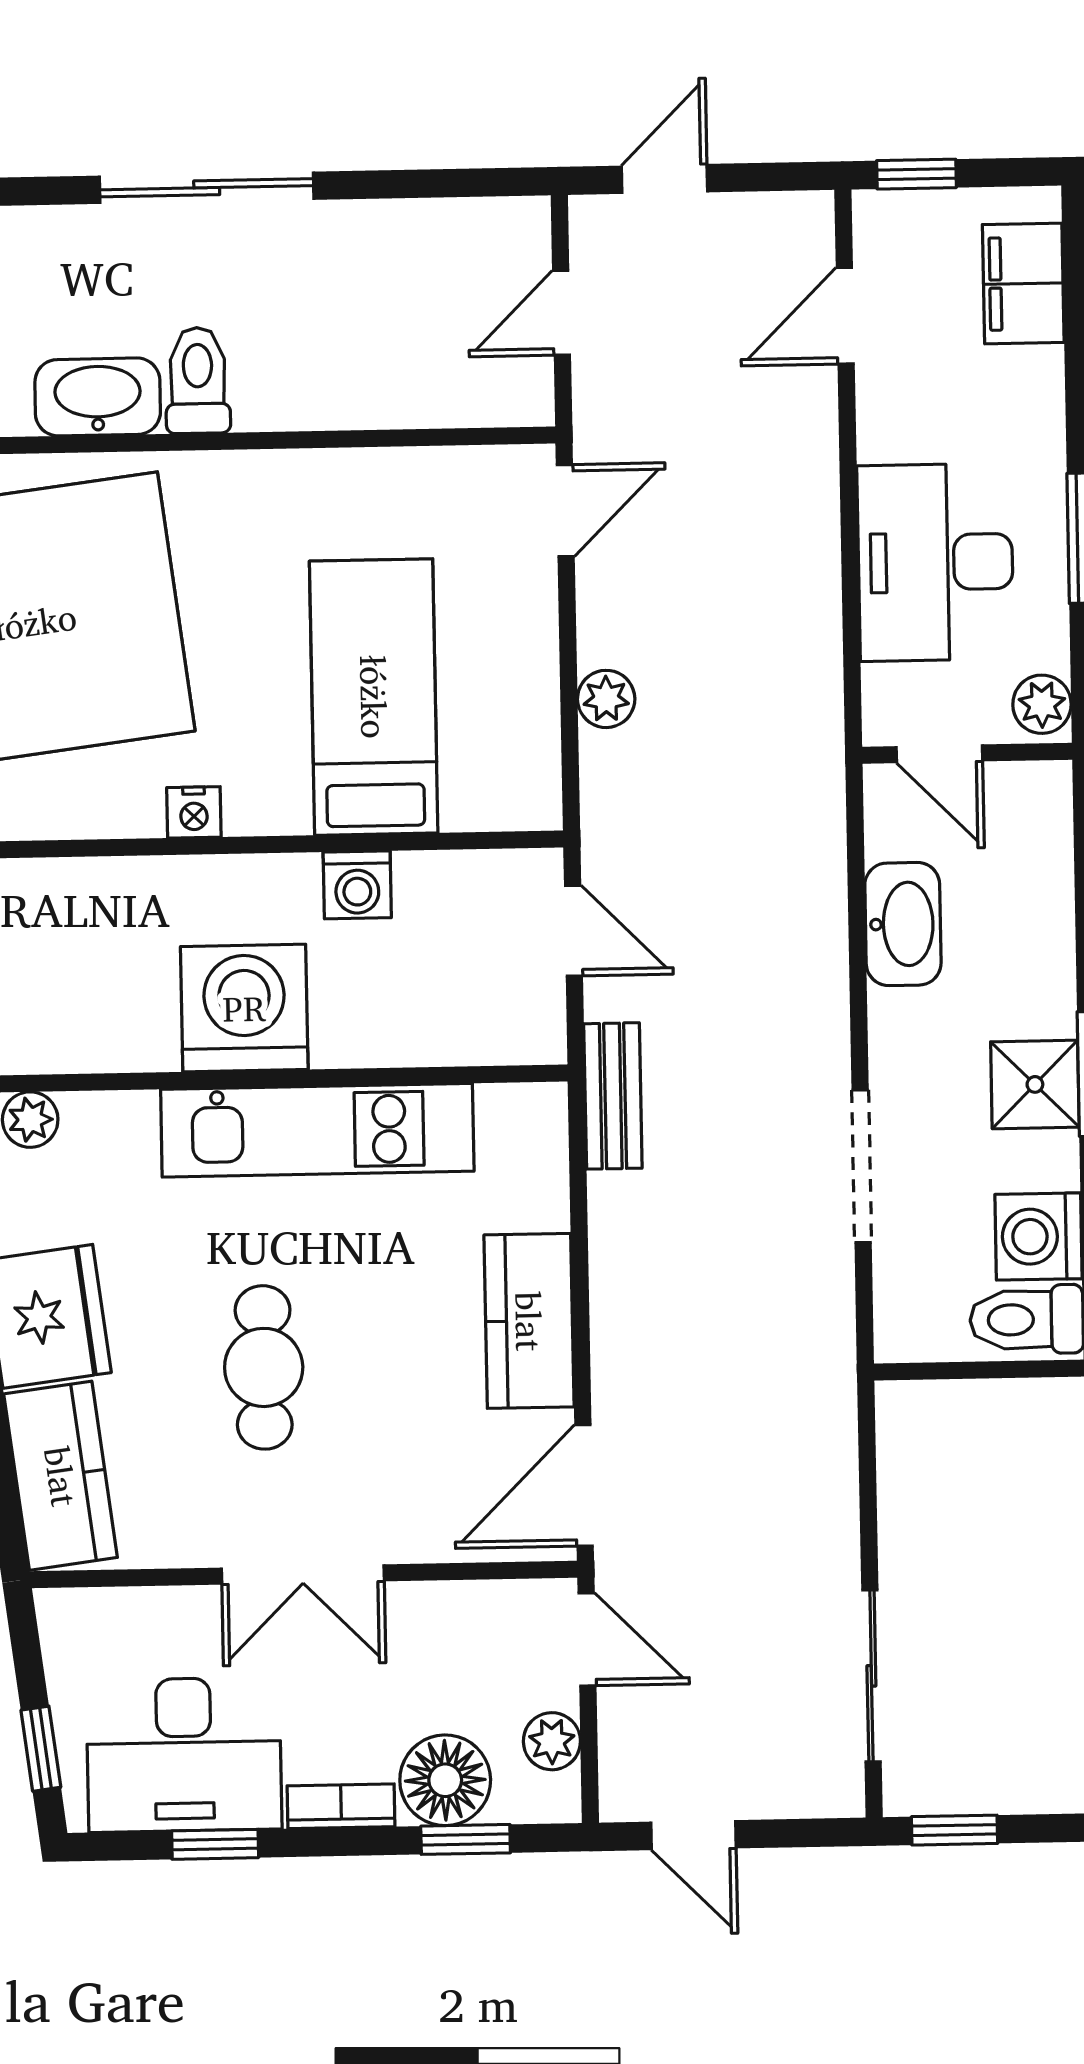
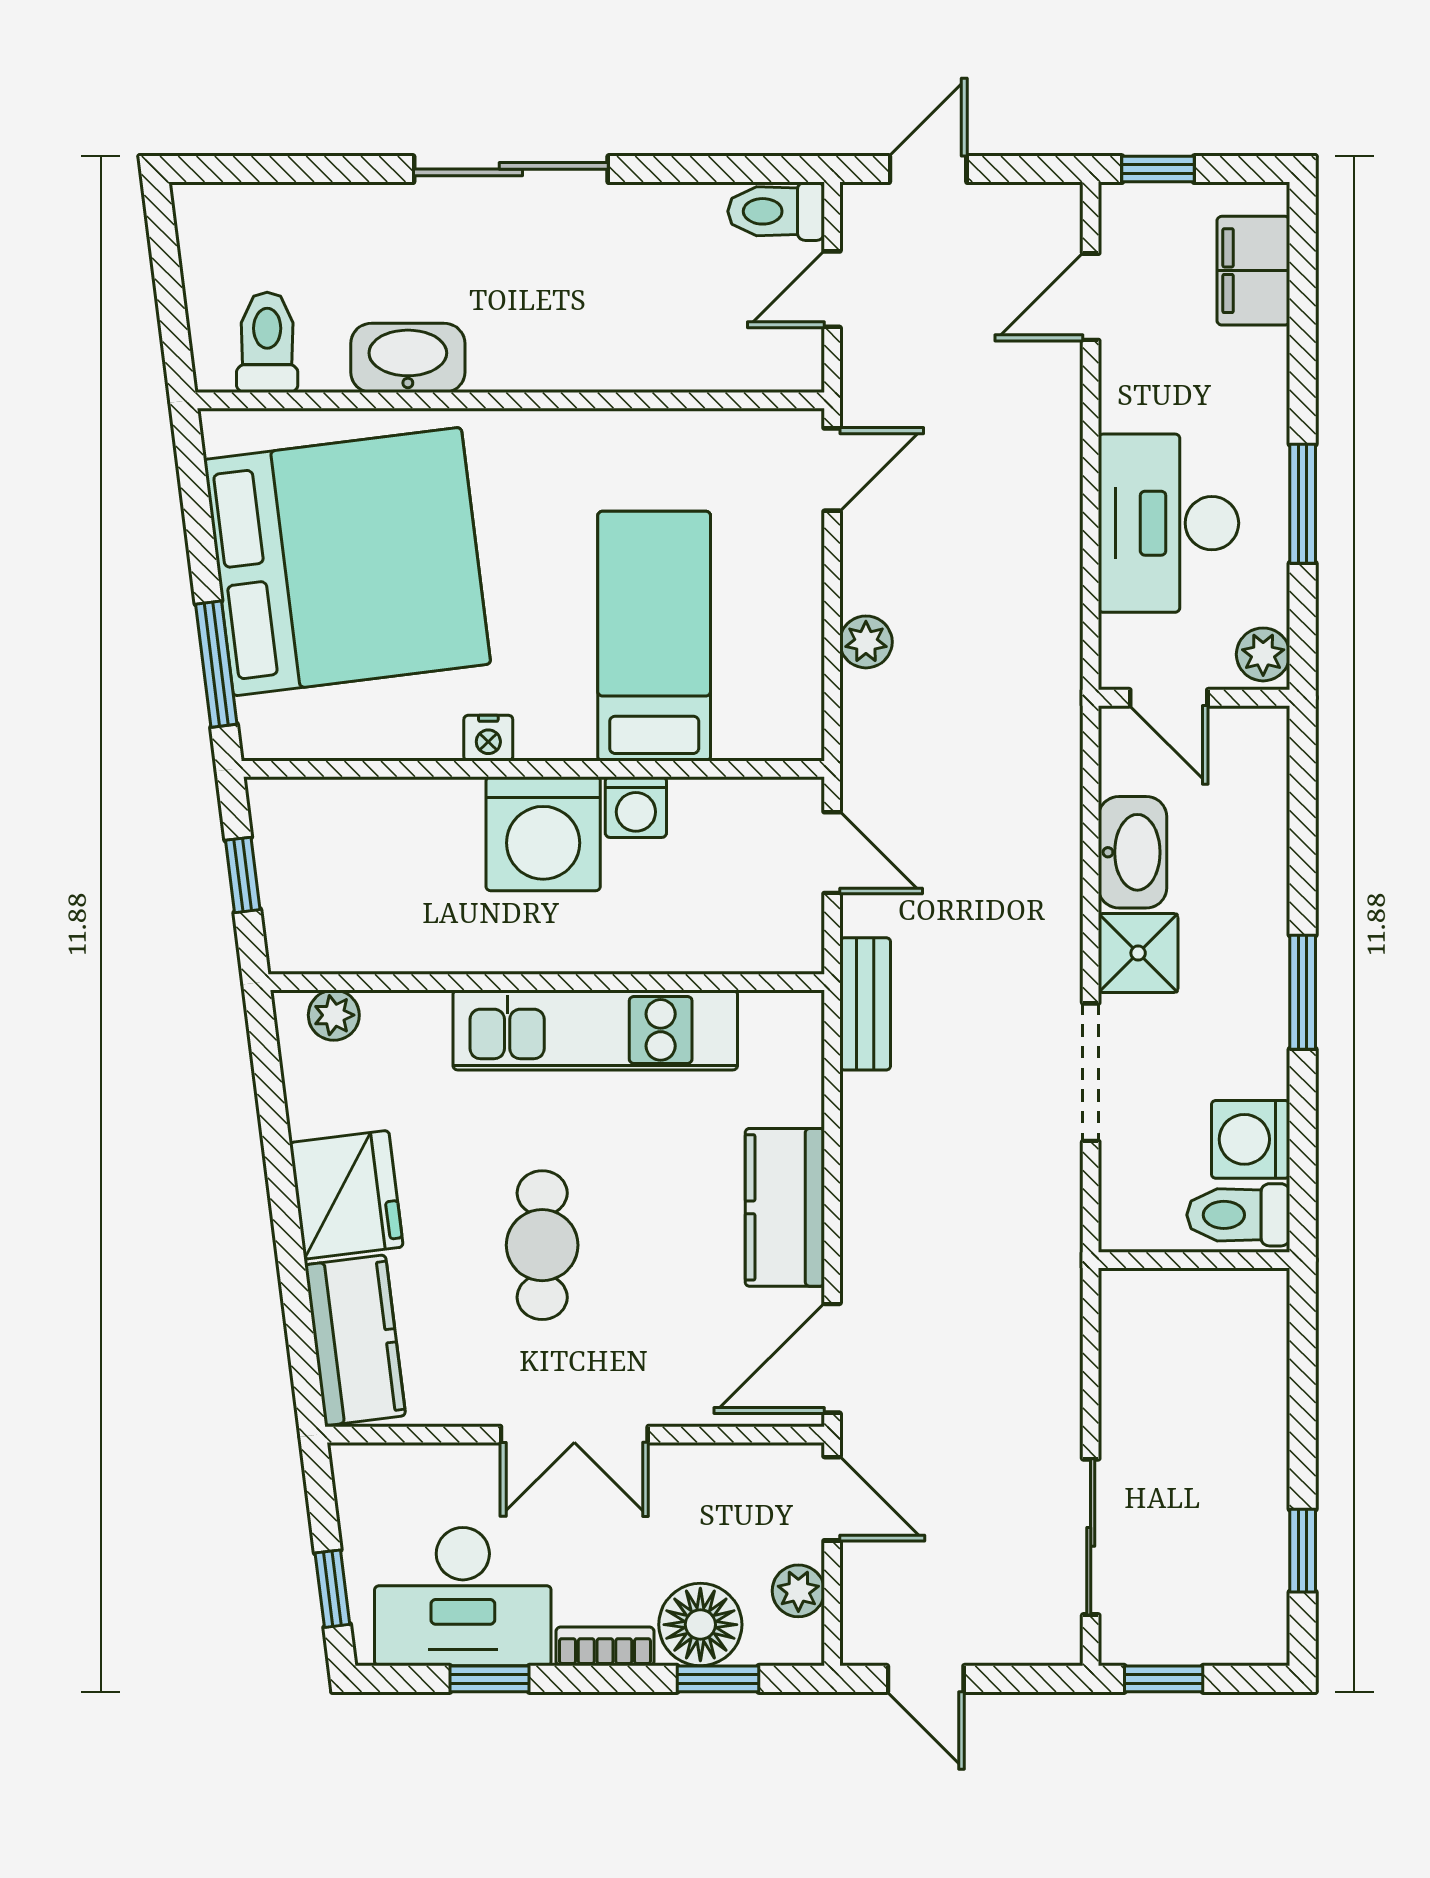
toilet: (198, 380) -> (776, 211), moved, turned -90
washing machine: (244, 1008) -> (543, 834), moved, turned 180
shower: (1035, 1084) -> (1138, 953), moved

